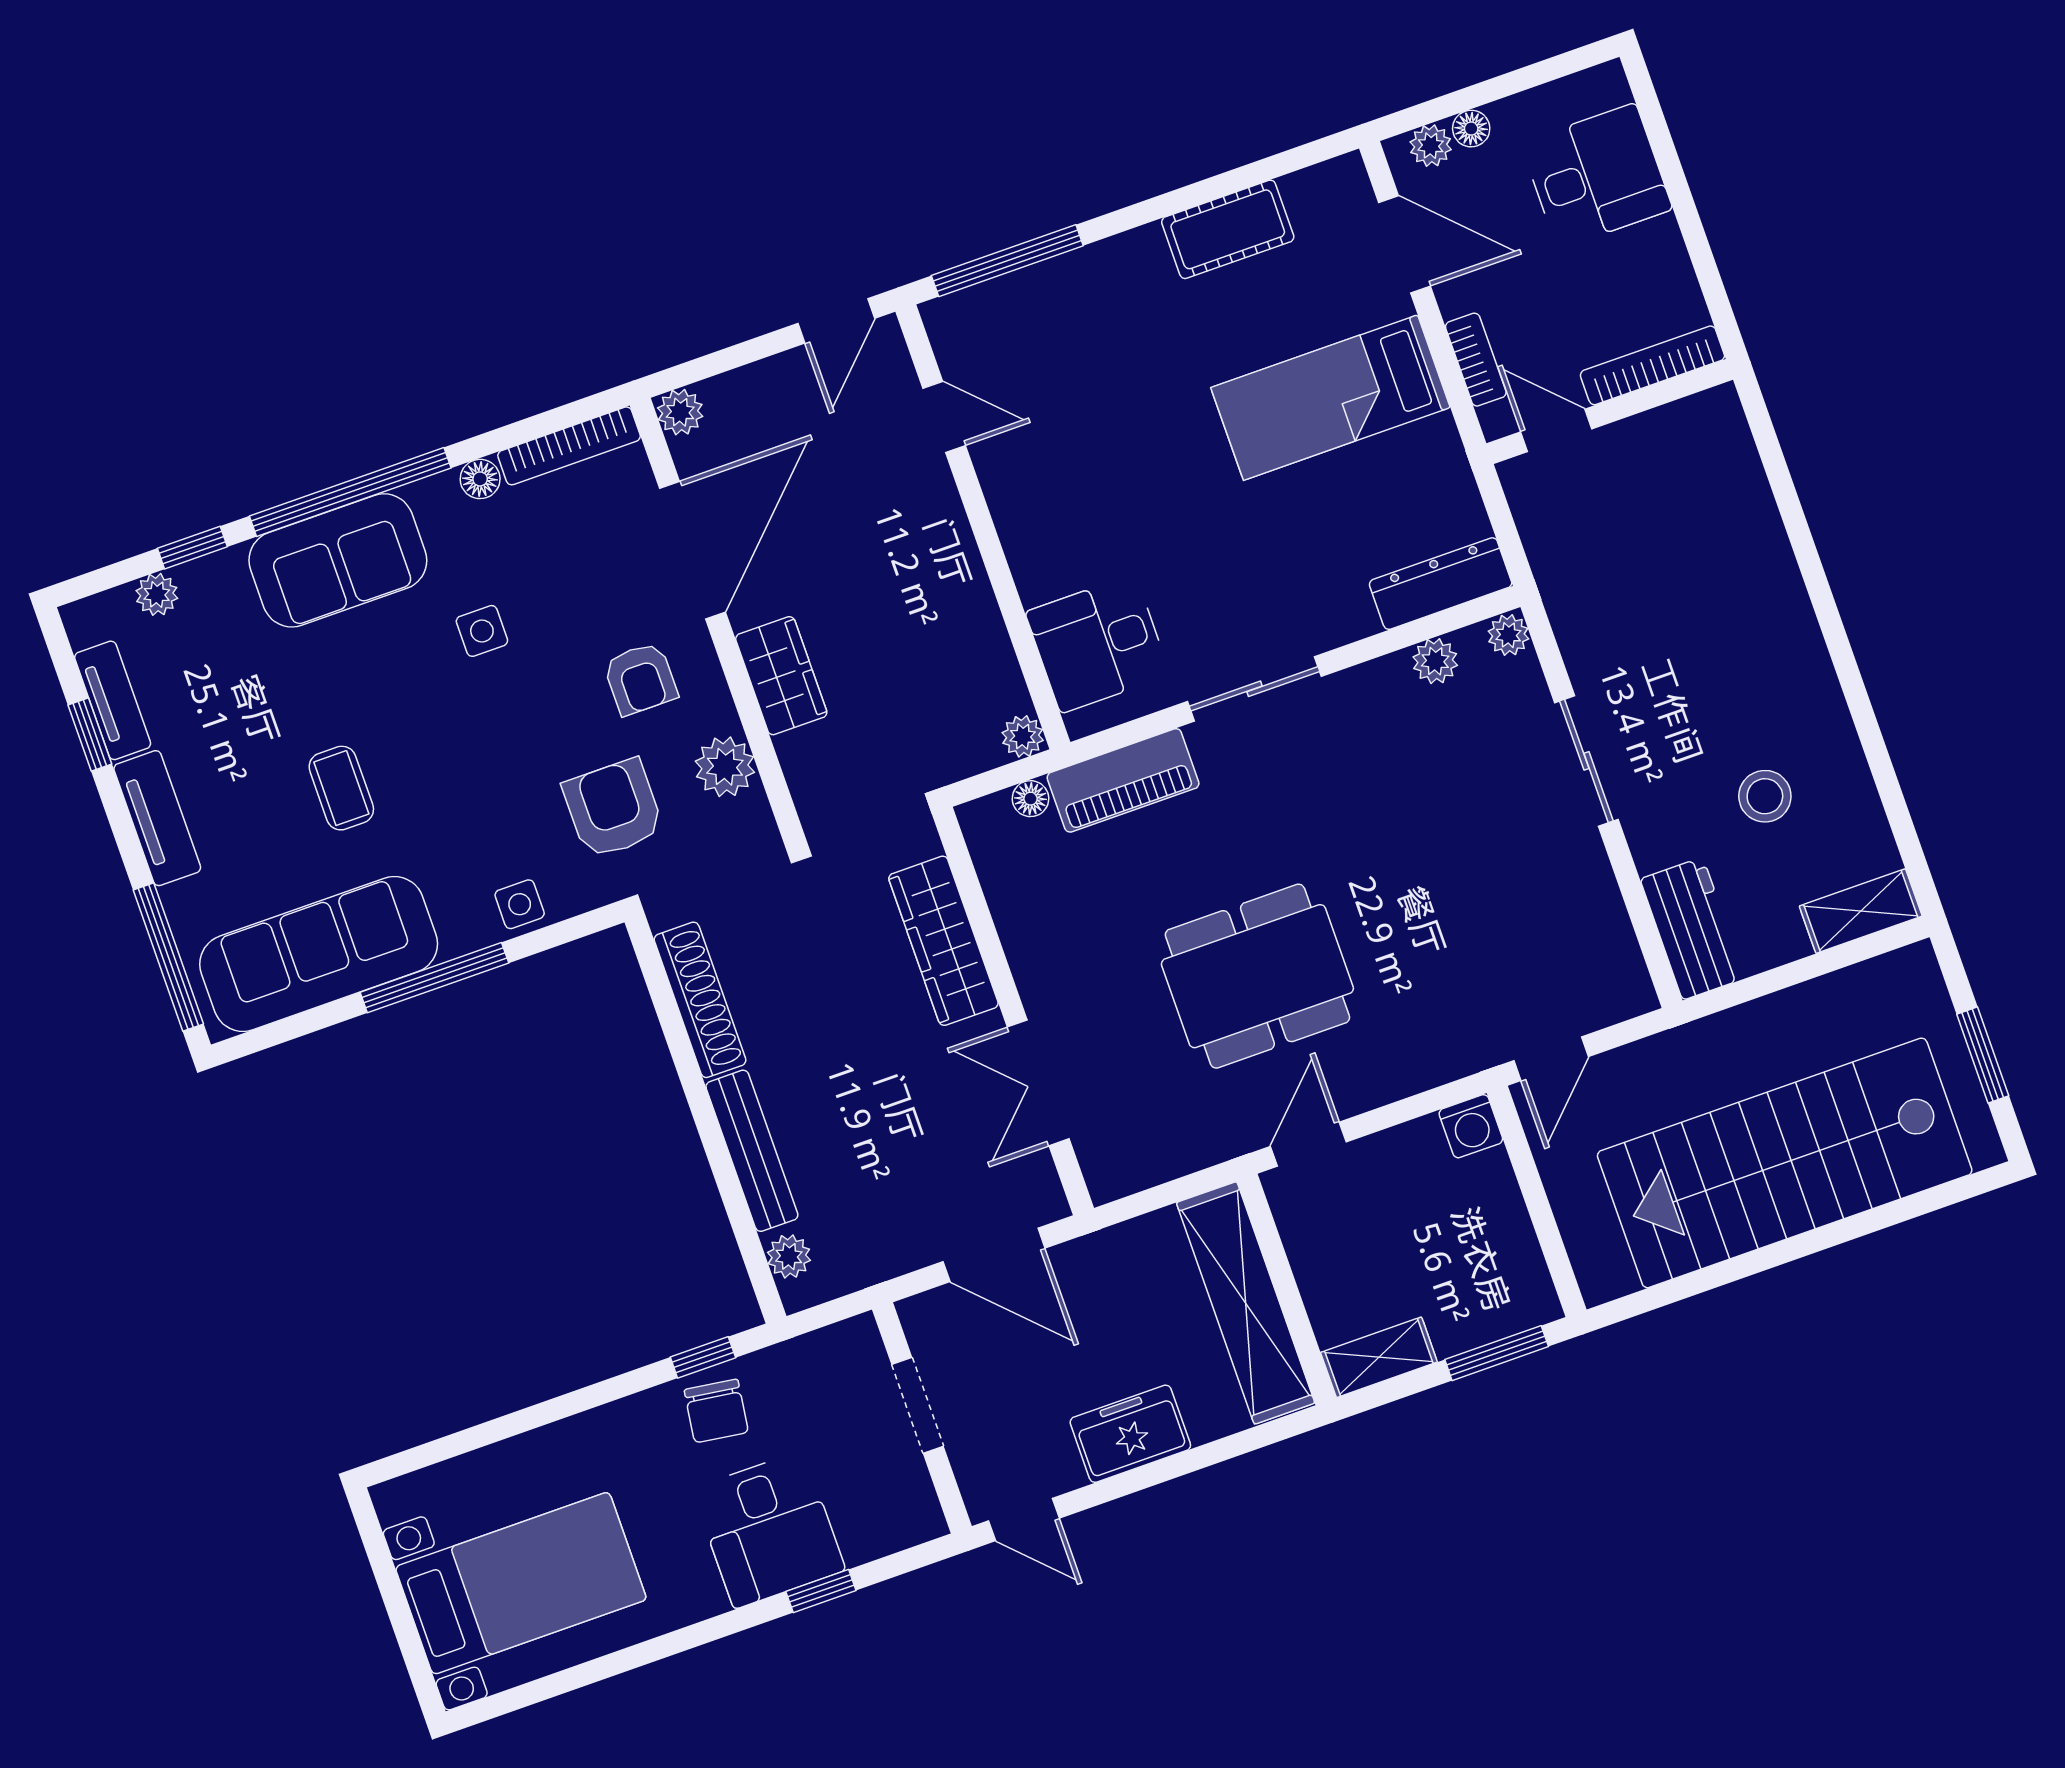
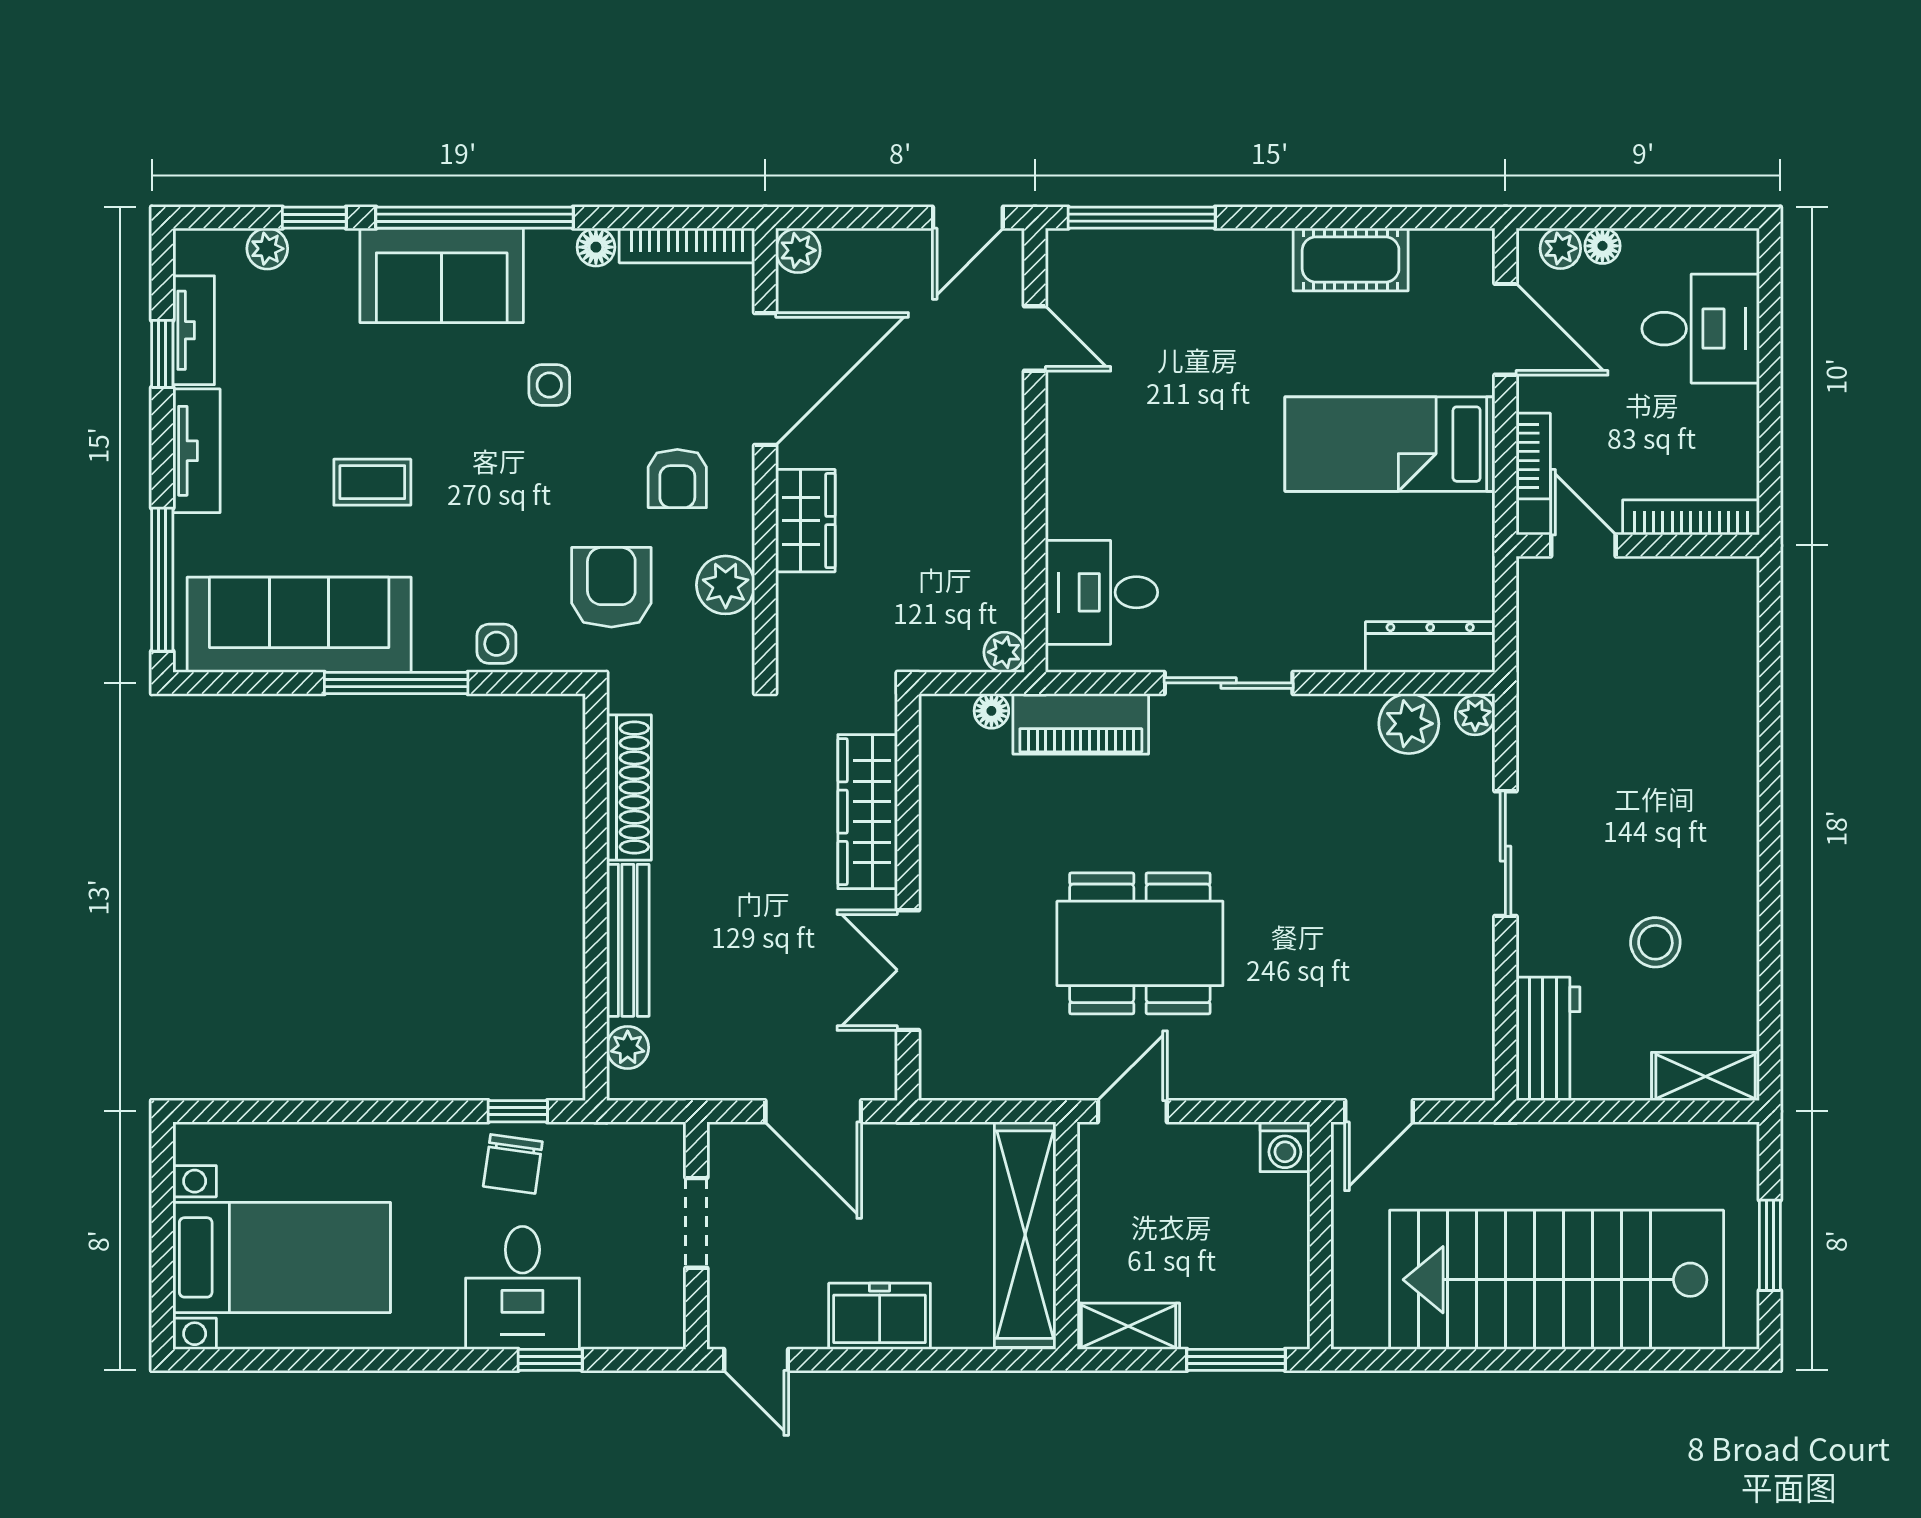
plant: (1435, 661) -> (1409, 724), width x1.38, depth x1.38
coffee table: (341, 788) -> (372, 482), turned 90

